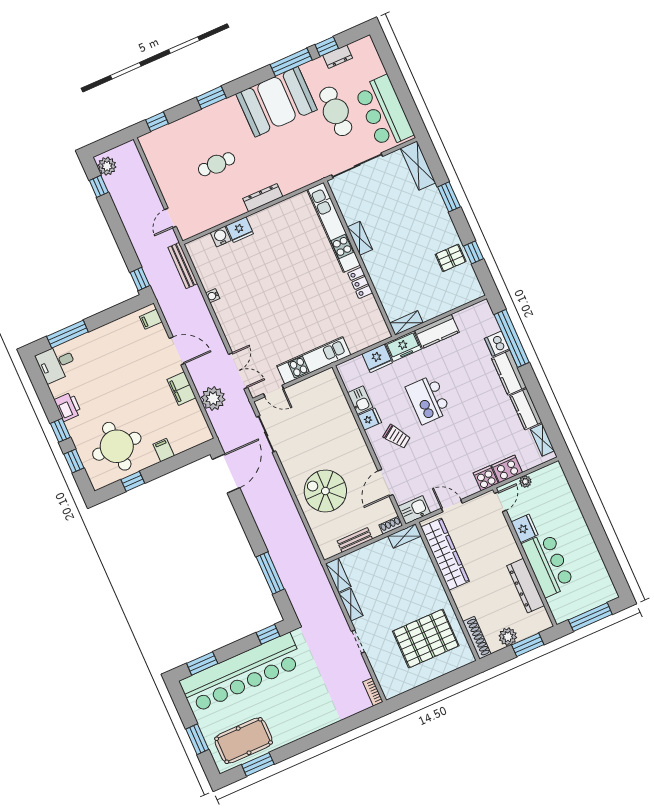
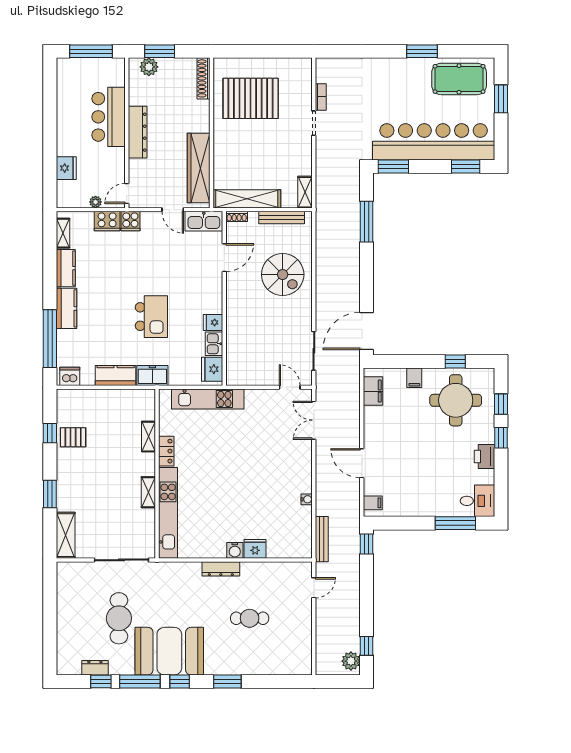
bar counter: (384, 112) -> (75, 598), removed
window: (157, 122) -> (180, 681), moved
water cooler: (221, 237) -> (235, 550), moved
shelving: (406, 323) -> (149, 437), moved, turned 90
dishwasher: (497, 344) -> (70, 376), moved, turned -90
fridge: (377, 358) -> (212, 369), moved, turned -90
kitchen unit: (314, 360) -> (208, 399), moved
filing cabinet: (181, 389) -> (373, 391), moved
plant: (213, 398) -> (348, 405), removed
trolley: (397, 437) -> (195, 295), removed
kitchen sink: (414, 510) -> (204, 221), width x1.38
fridge: (525, 528) -> (66, 168), moved, turned 180
shelving: (404, 536) -> (247, 199), width x2.20, depth x1.33
bench: (355, 540) -> (282, 218), width x1.36
dresser: (526, 586) -> (138, 132), moved
shelving: (351, 605) -> (305, 160), removed
window: (268, 634) -> (393, 166), width x1.50
plant: (508, 637) -> (149, 67), moved
bookcase: (373, 692) -> (321, 97), moved
window: (258, 764) -> (422, 51), moved

